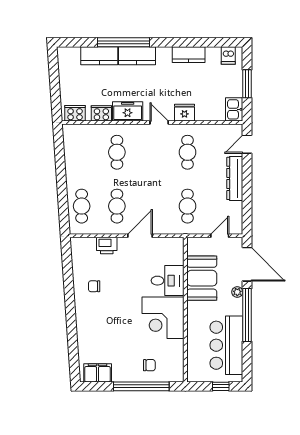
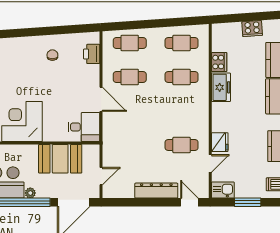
cooker: (75, 113) -> (252, 28), moved, turned 86
door: (159, 123) -> (210, 163), moved
cafe table: (187, 206) -> (182, 43), moved
door: (220, 236) -> (101, 176), hinge flipped
printer: (107, 246) -> (92, 54), moved
desk: (168, 281) -> (84, 127), moved, turned -90
plant: (237, 292) -> (30, 193), moved

